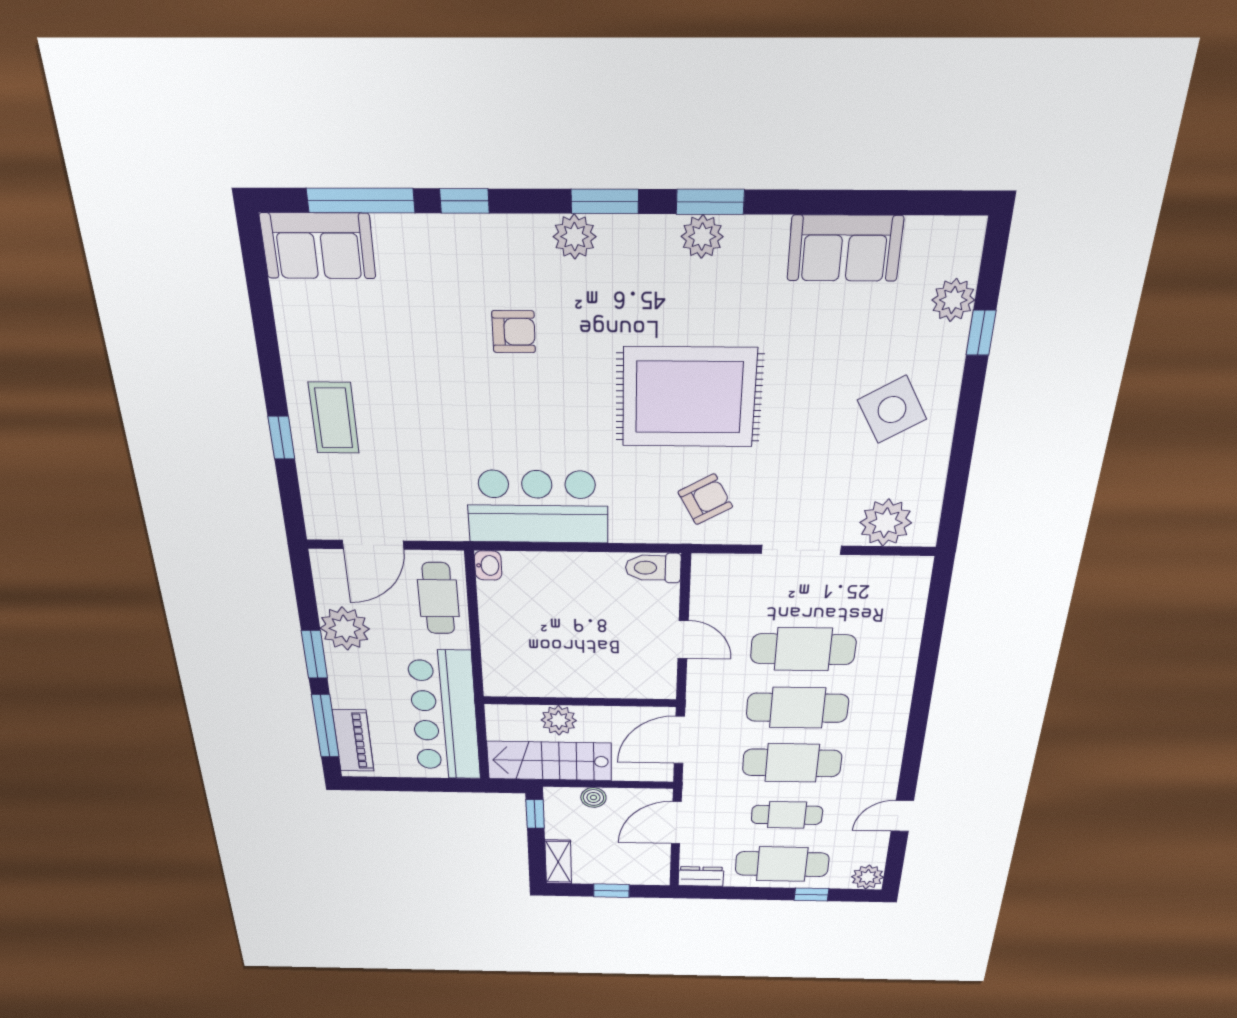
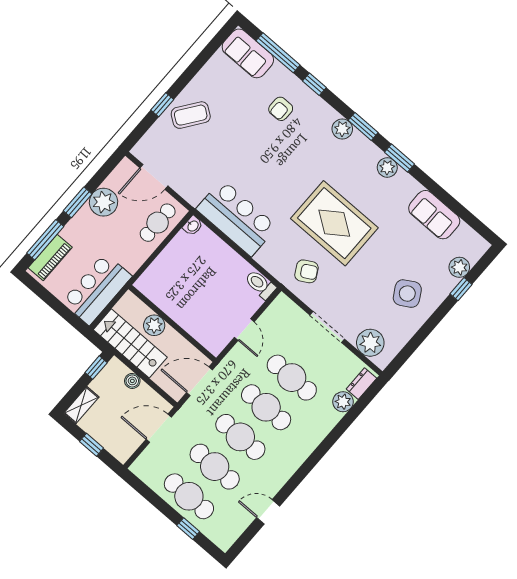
armchair: (514, 332) -> (281, 109), moved, turned 90
coffee table: (334, 418) -> (191, 115), turned 36
bar counter: (445, 716) -> (97, 289), width x0.73
cafe table: (787, 815) -> (215, 467), width x1.37, depth x1.35
dresser: (701, 876) -> (361, 384), moved, turned -90
plant: (868, 877) -> (343, 402), moved

